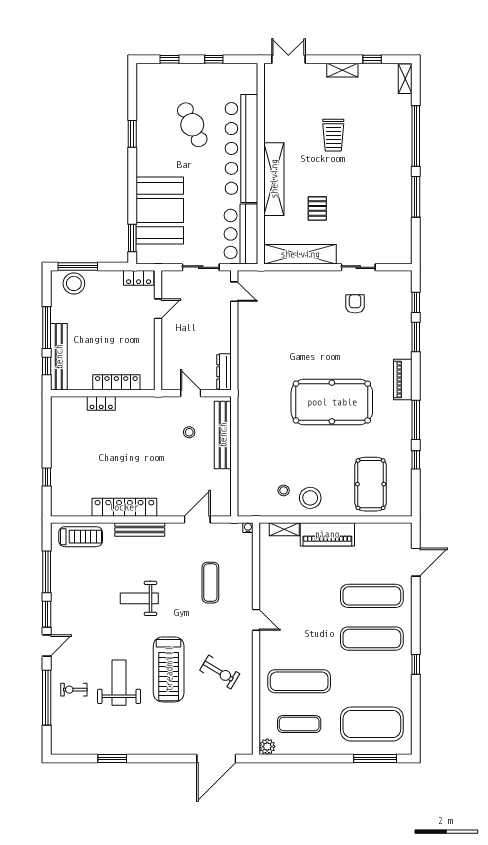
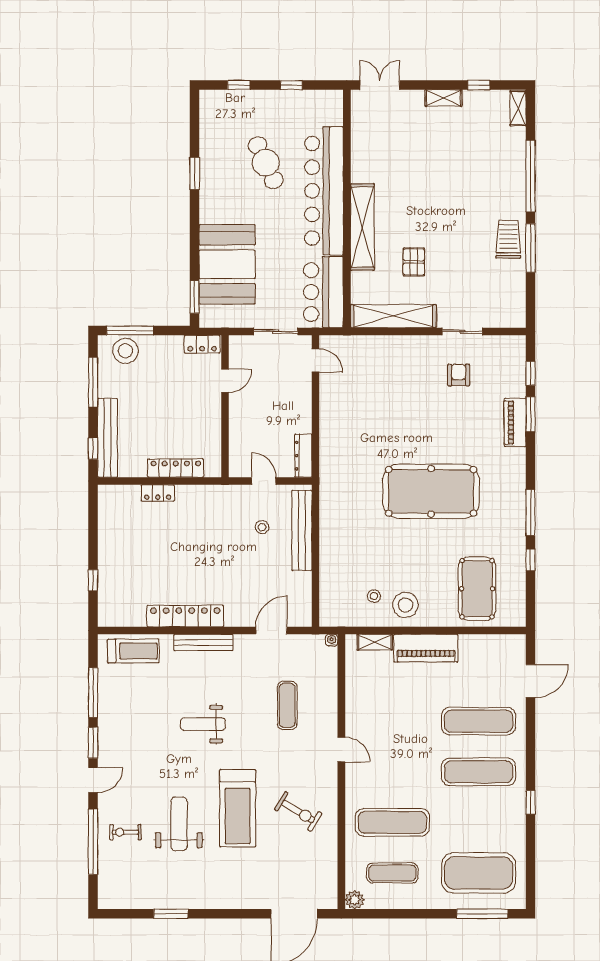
trolley: (333, 135) -> (508, 239), moved, turned 180
window: (47, 328) -> (93, 382), moved
piano: (403, 379) -> (515, 422), moved

